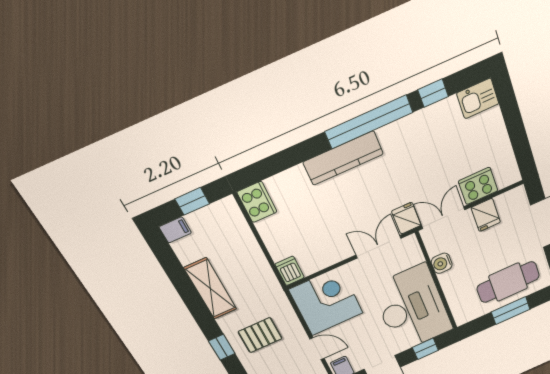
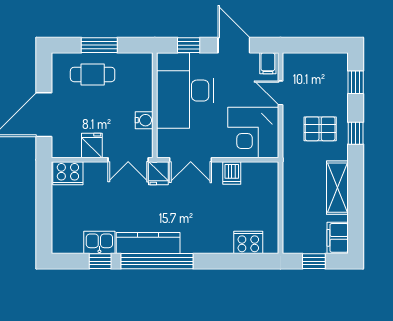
kitchen sink: (478, 99) -> (99, 242), moved
kitchen counter: (343, 158) -> (148, 243), moved
cooker: (478, 186) -> (68, 173), moved
cooker: (257, 202) -> (248, 242), moved, turned 90
filing cabinet: (175, 230) -> (338, 238), width x2.00
dishwasher: (290, 271) -> (232, 173), moved
cafe table: (508, 282) -> (93, 74), width x0.73, depth x0.74

